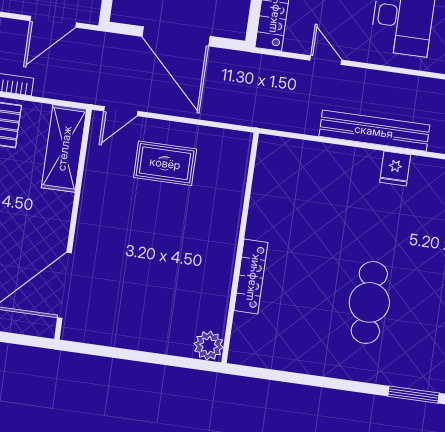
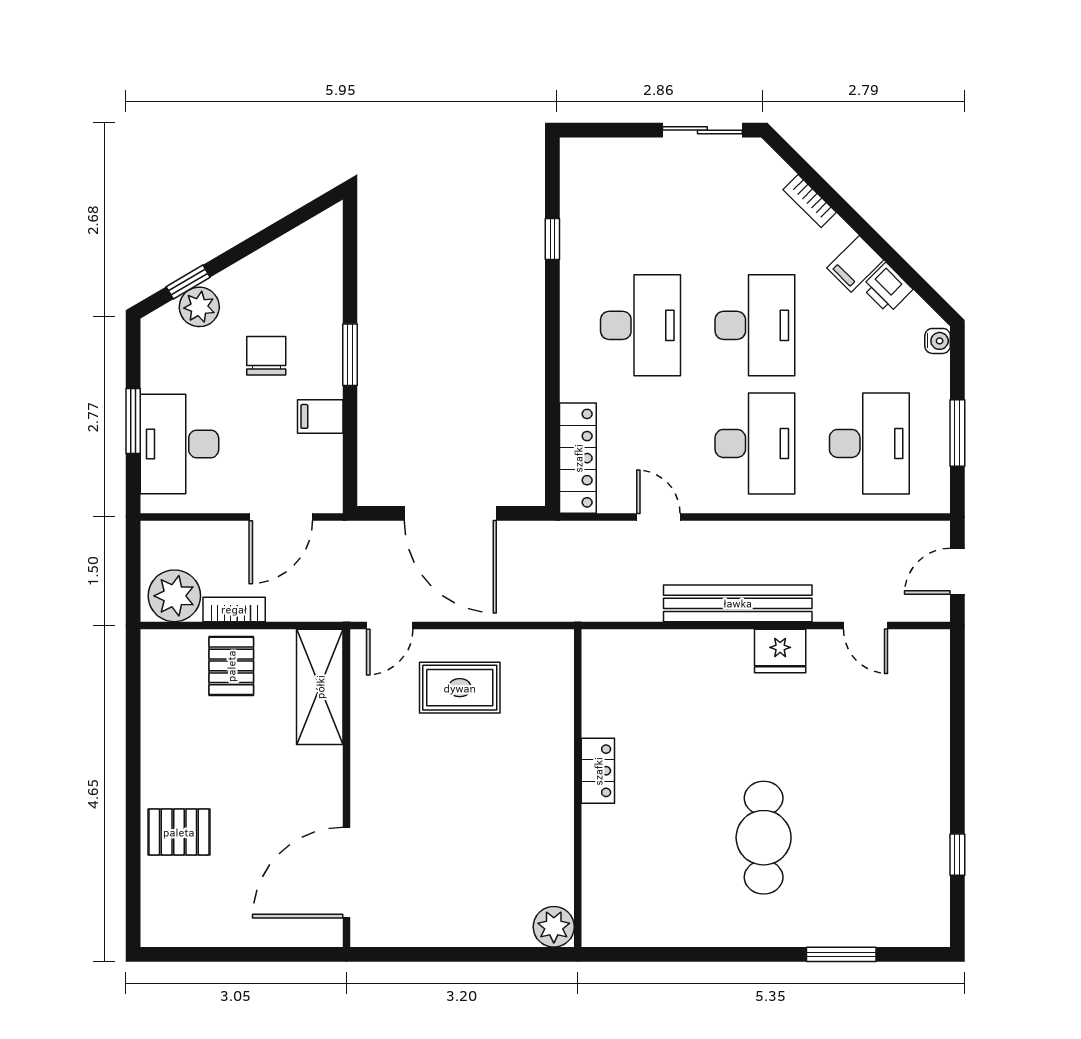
fridge: (395, 169) -> (780, 651), width x1.38
locker: (251, 277) -> (598, 771), moved, width x0.66

